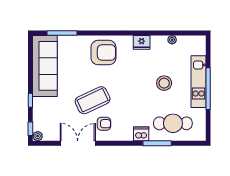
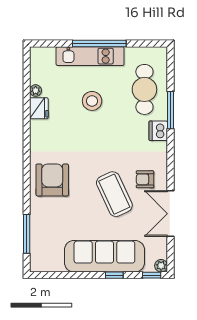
fridge: (142, 42) -> (39, 108), moved
sofa: (45, 66) -> (104, 256), moved
armchair: (104, 124) -> (145, 179), turned -90

